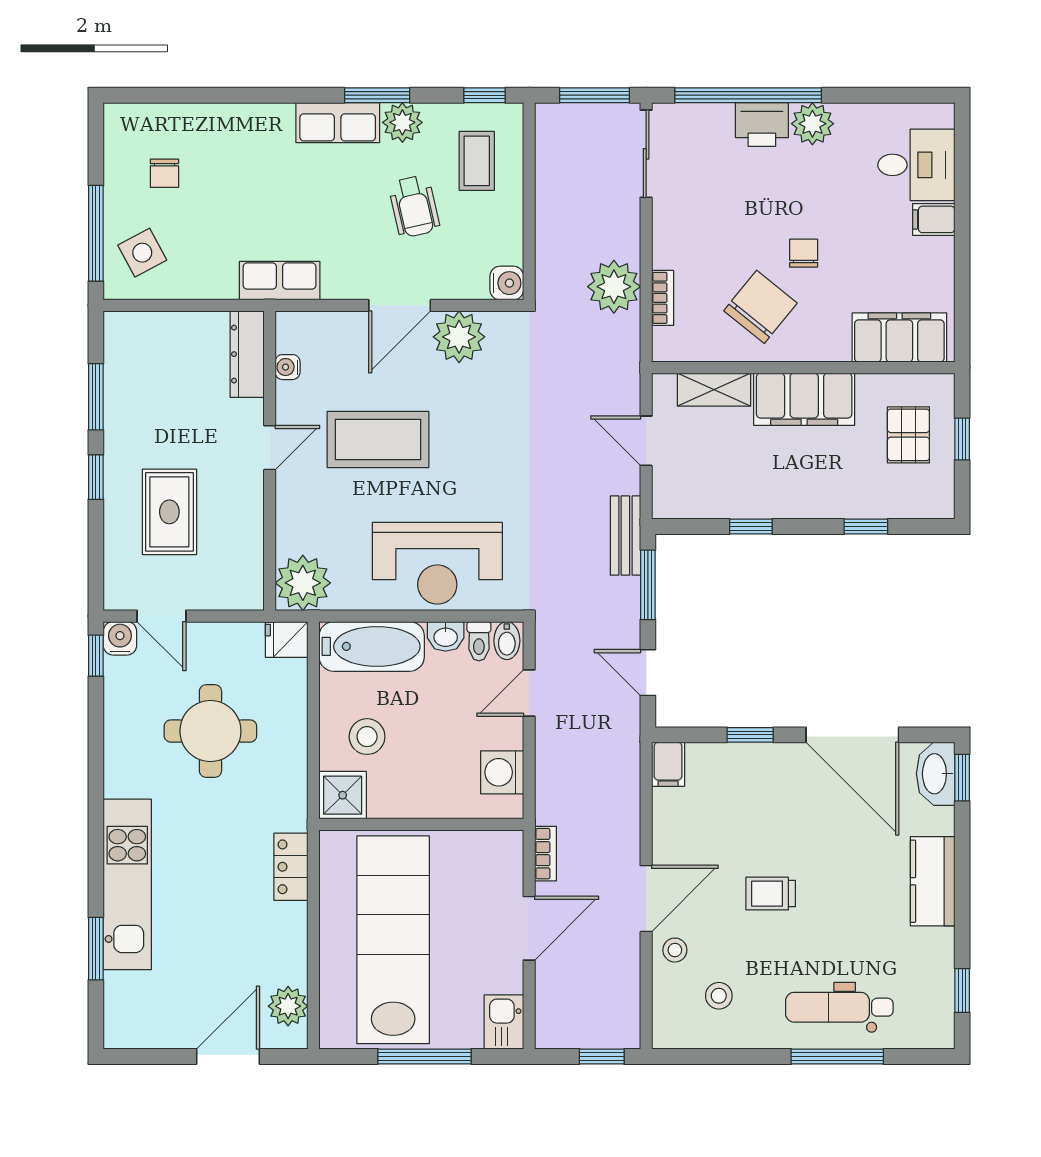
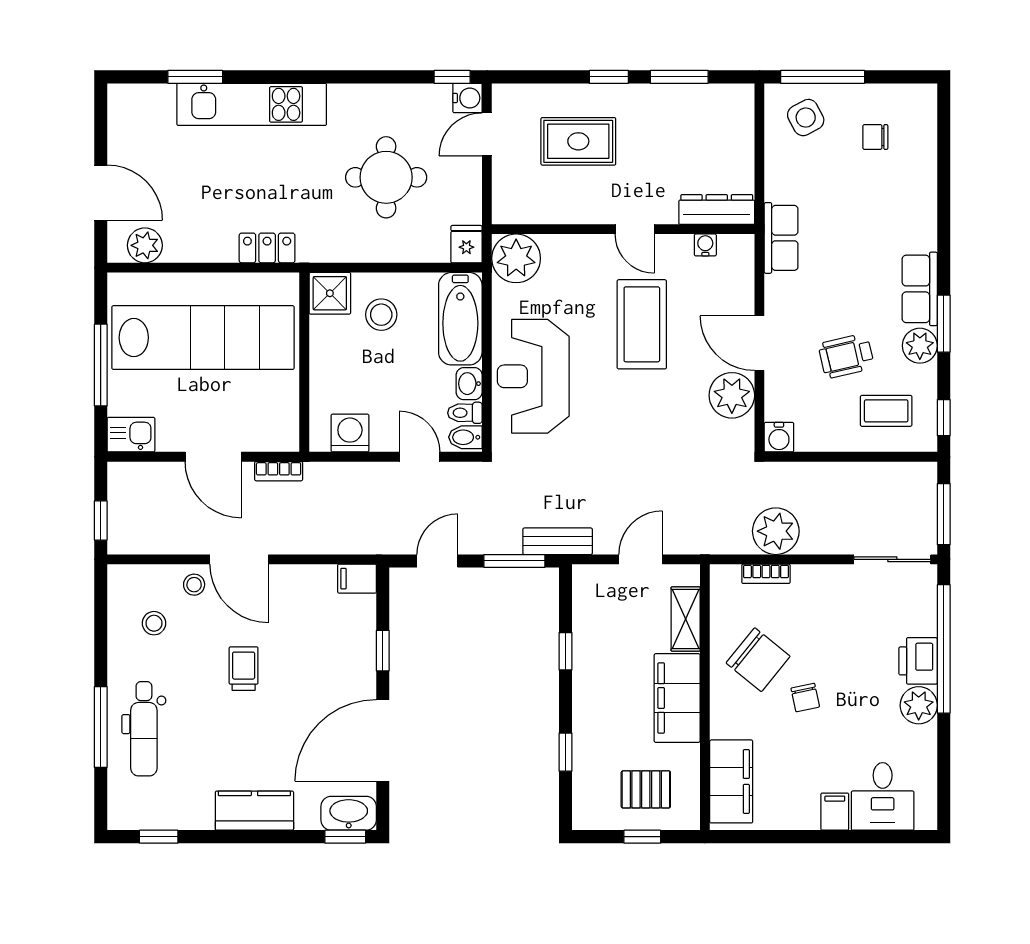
chair: (804, 253) -> (805, 698), turned 78
dental chair: (839, 1007) -> (144, 729), turned 180

